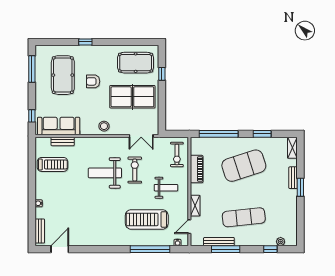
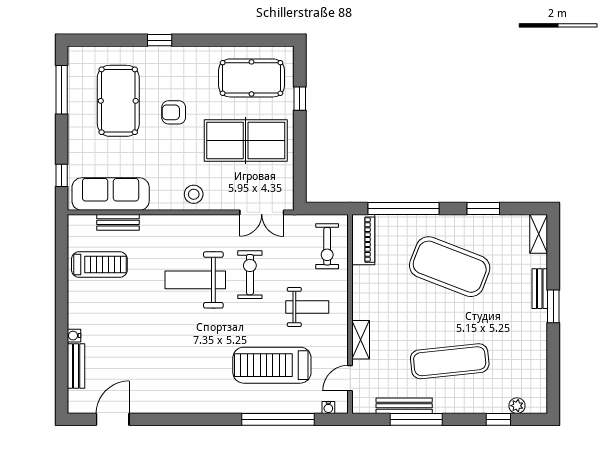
exercise mat: (244, 166) -> (450, 267), turned 39
piano: (197, 169) -> (363, 240), moved
bench: (40, 231) -> (76, 366), moved

